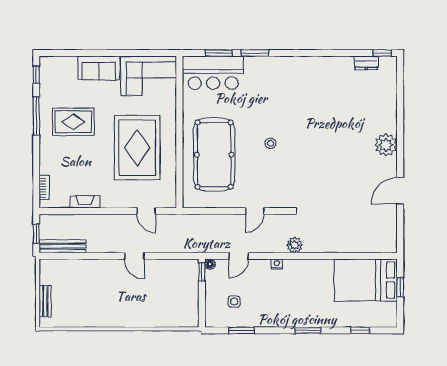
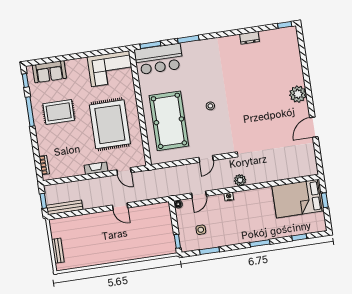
window: (219, 53) -> (150, 45), moved
dresser: (366, 63) -> (249, 38), moved
sofa: (99, 68) -> (49, 72), moved
fireplace: (85, 202) -> (96, 168), moved
window: (202, 272) -> (177, 241), moved

